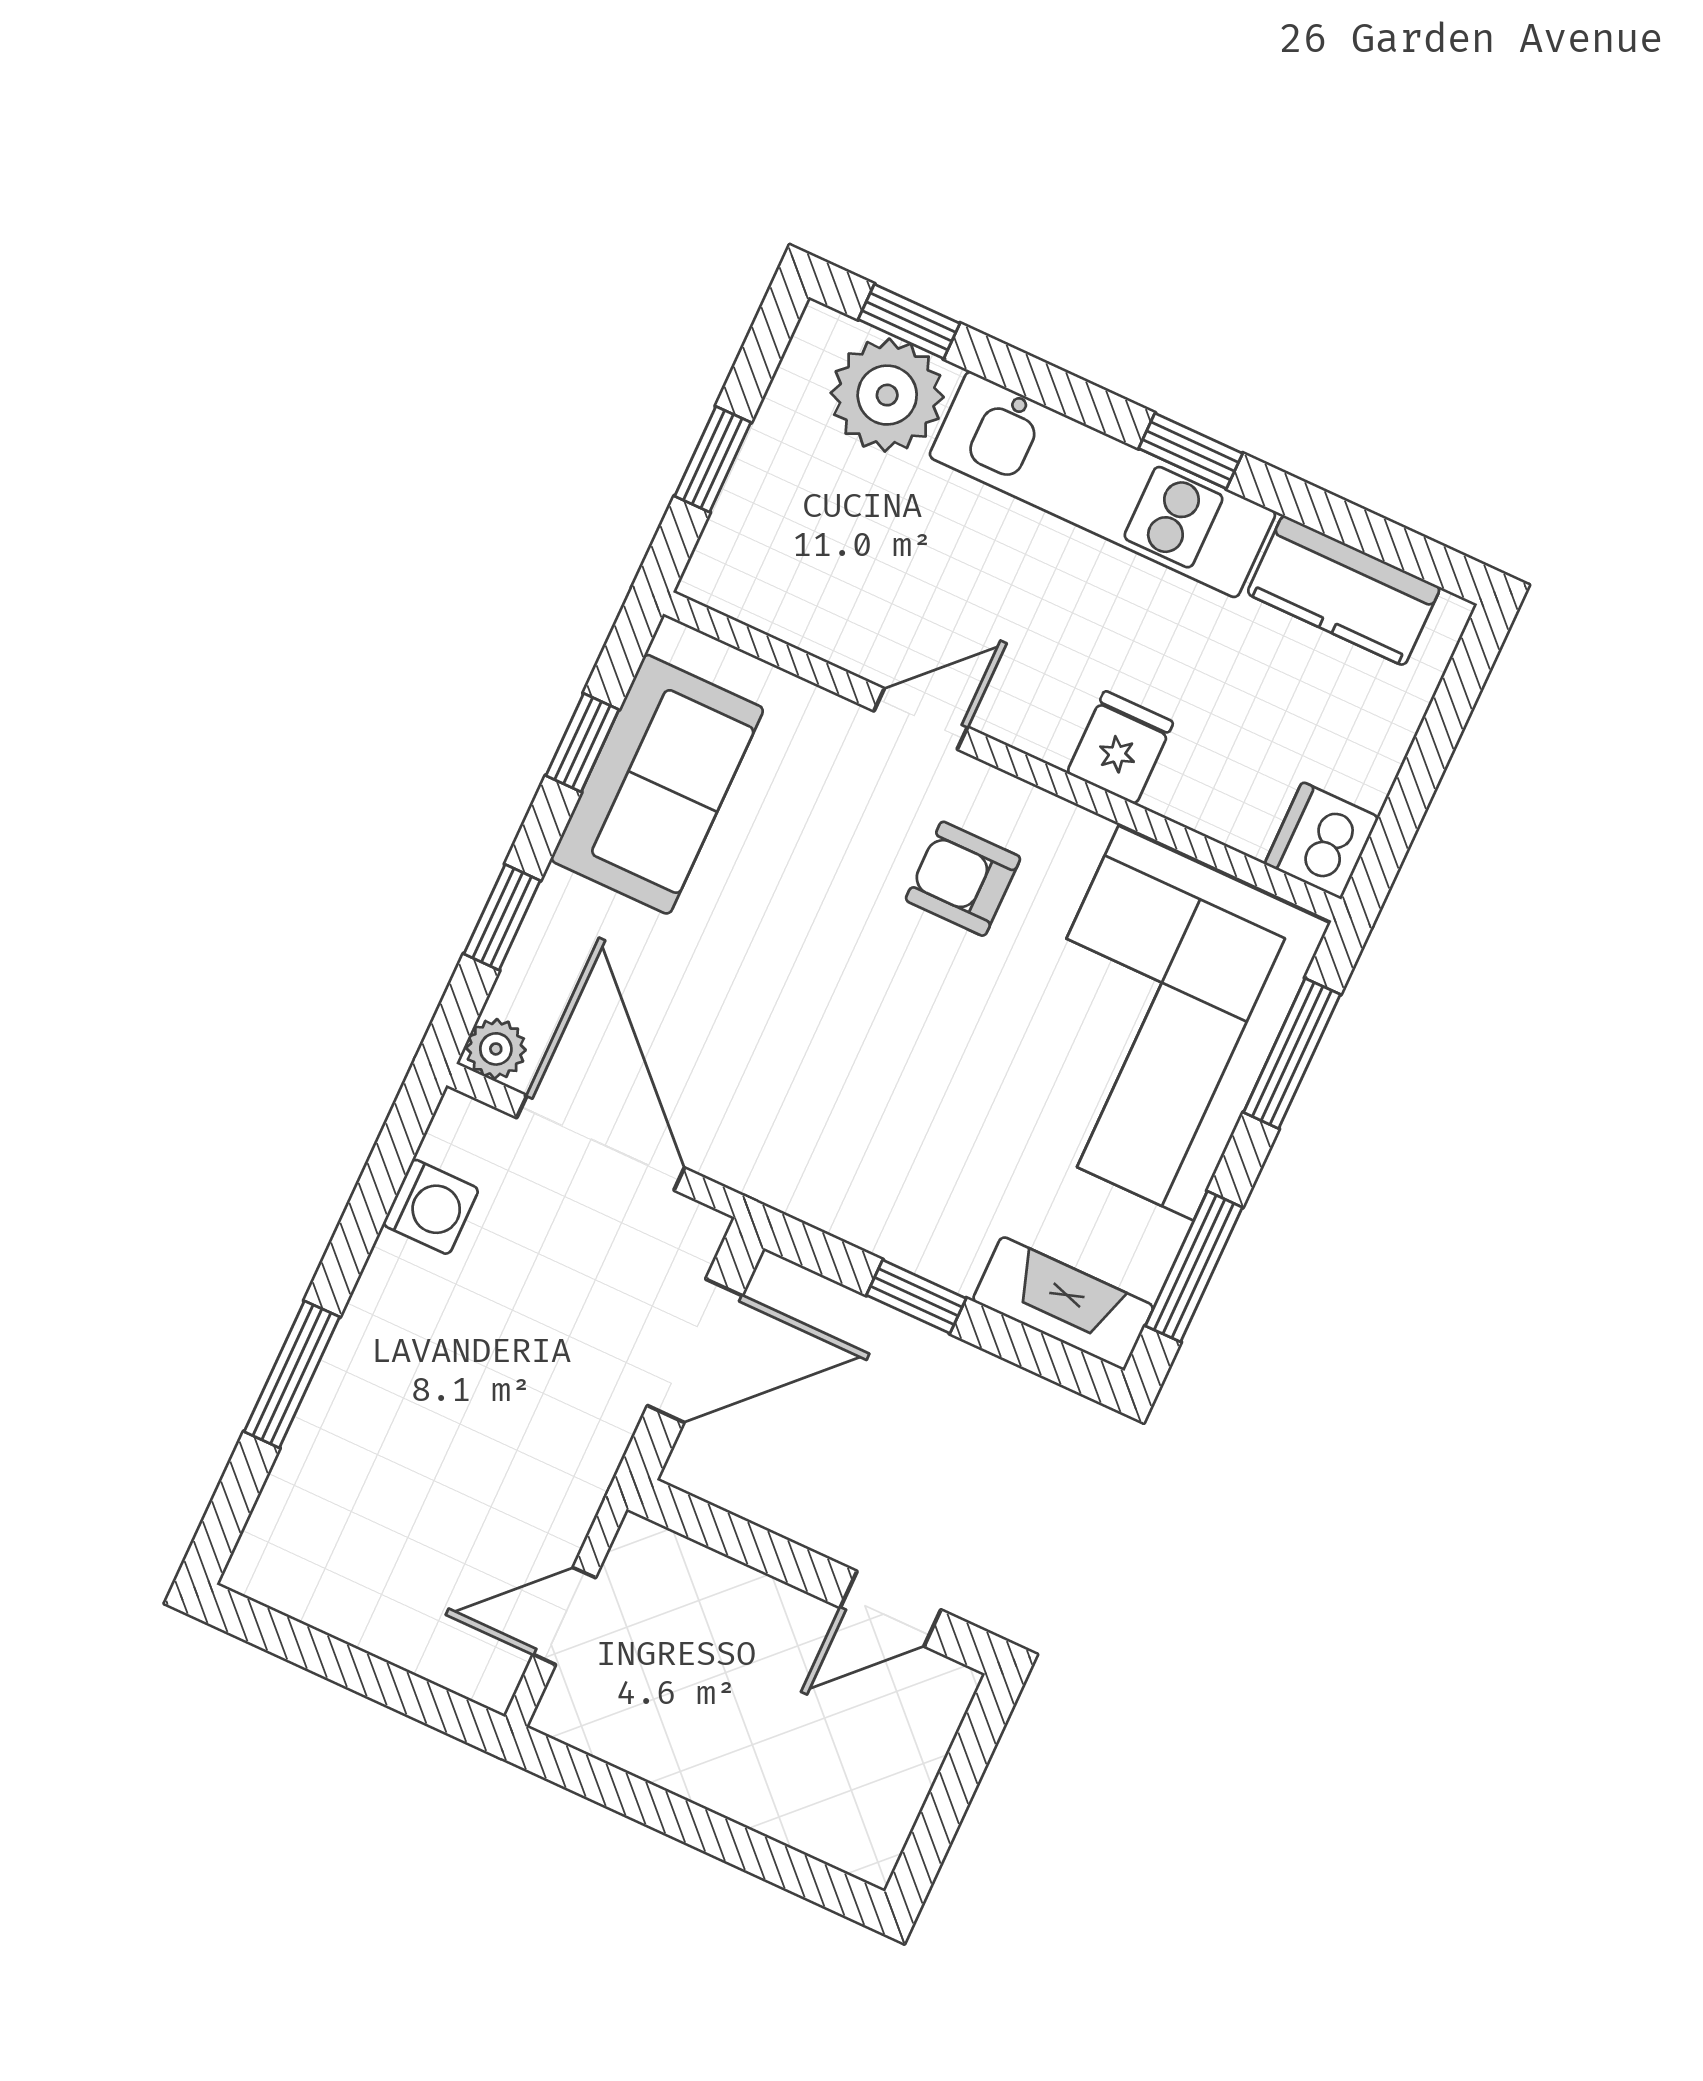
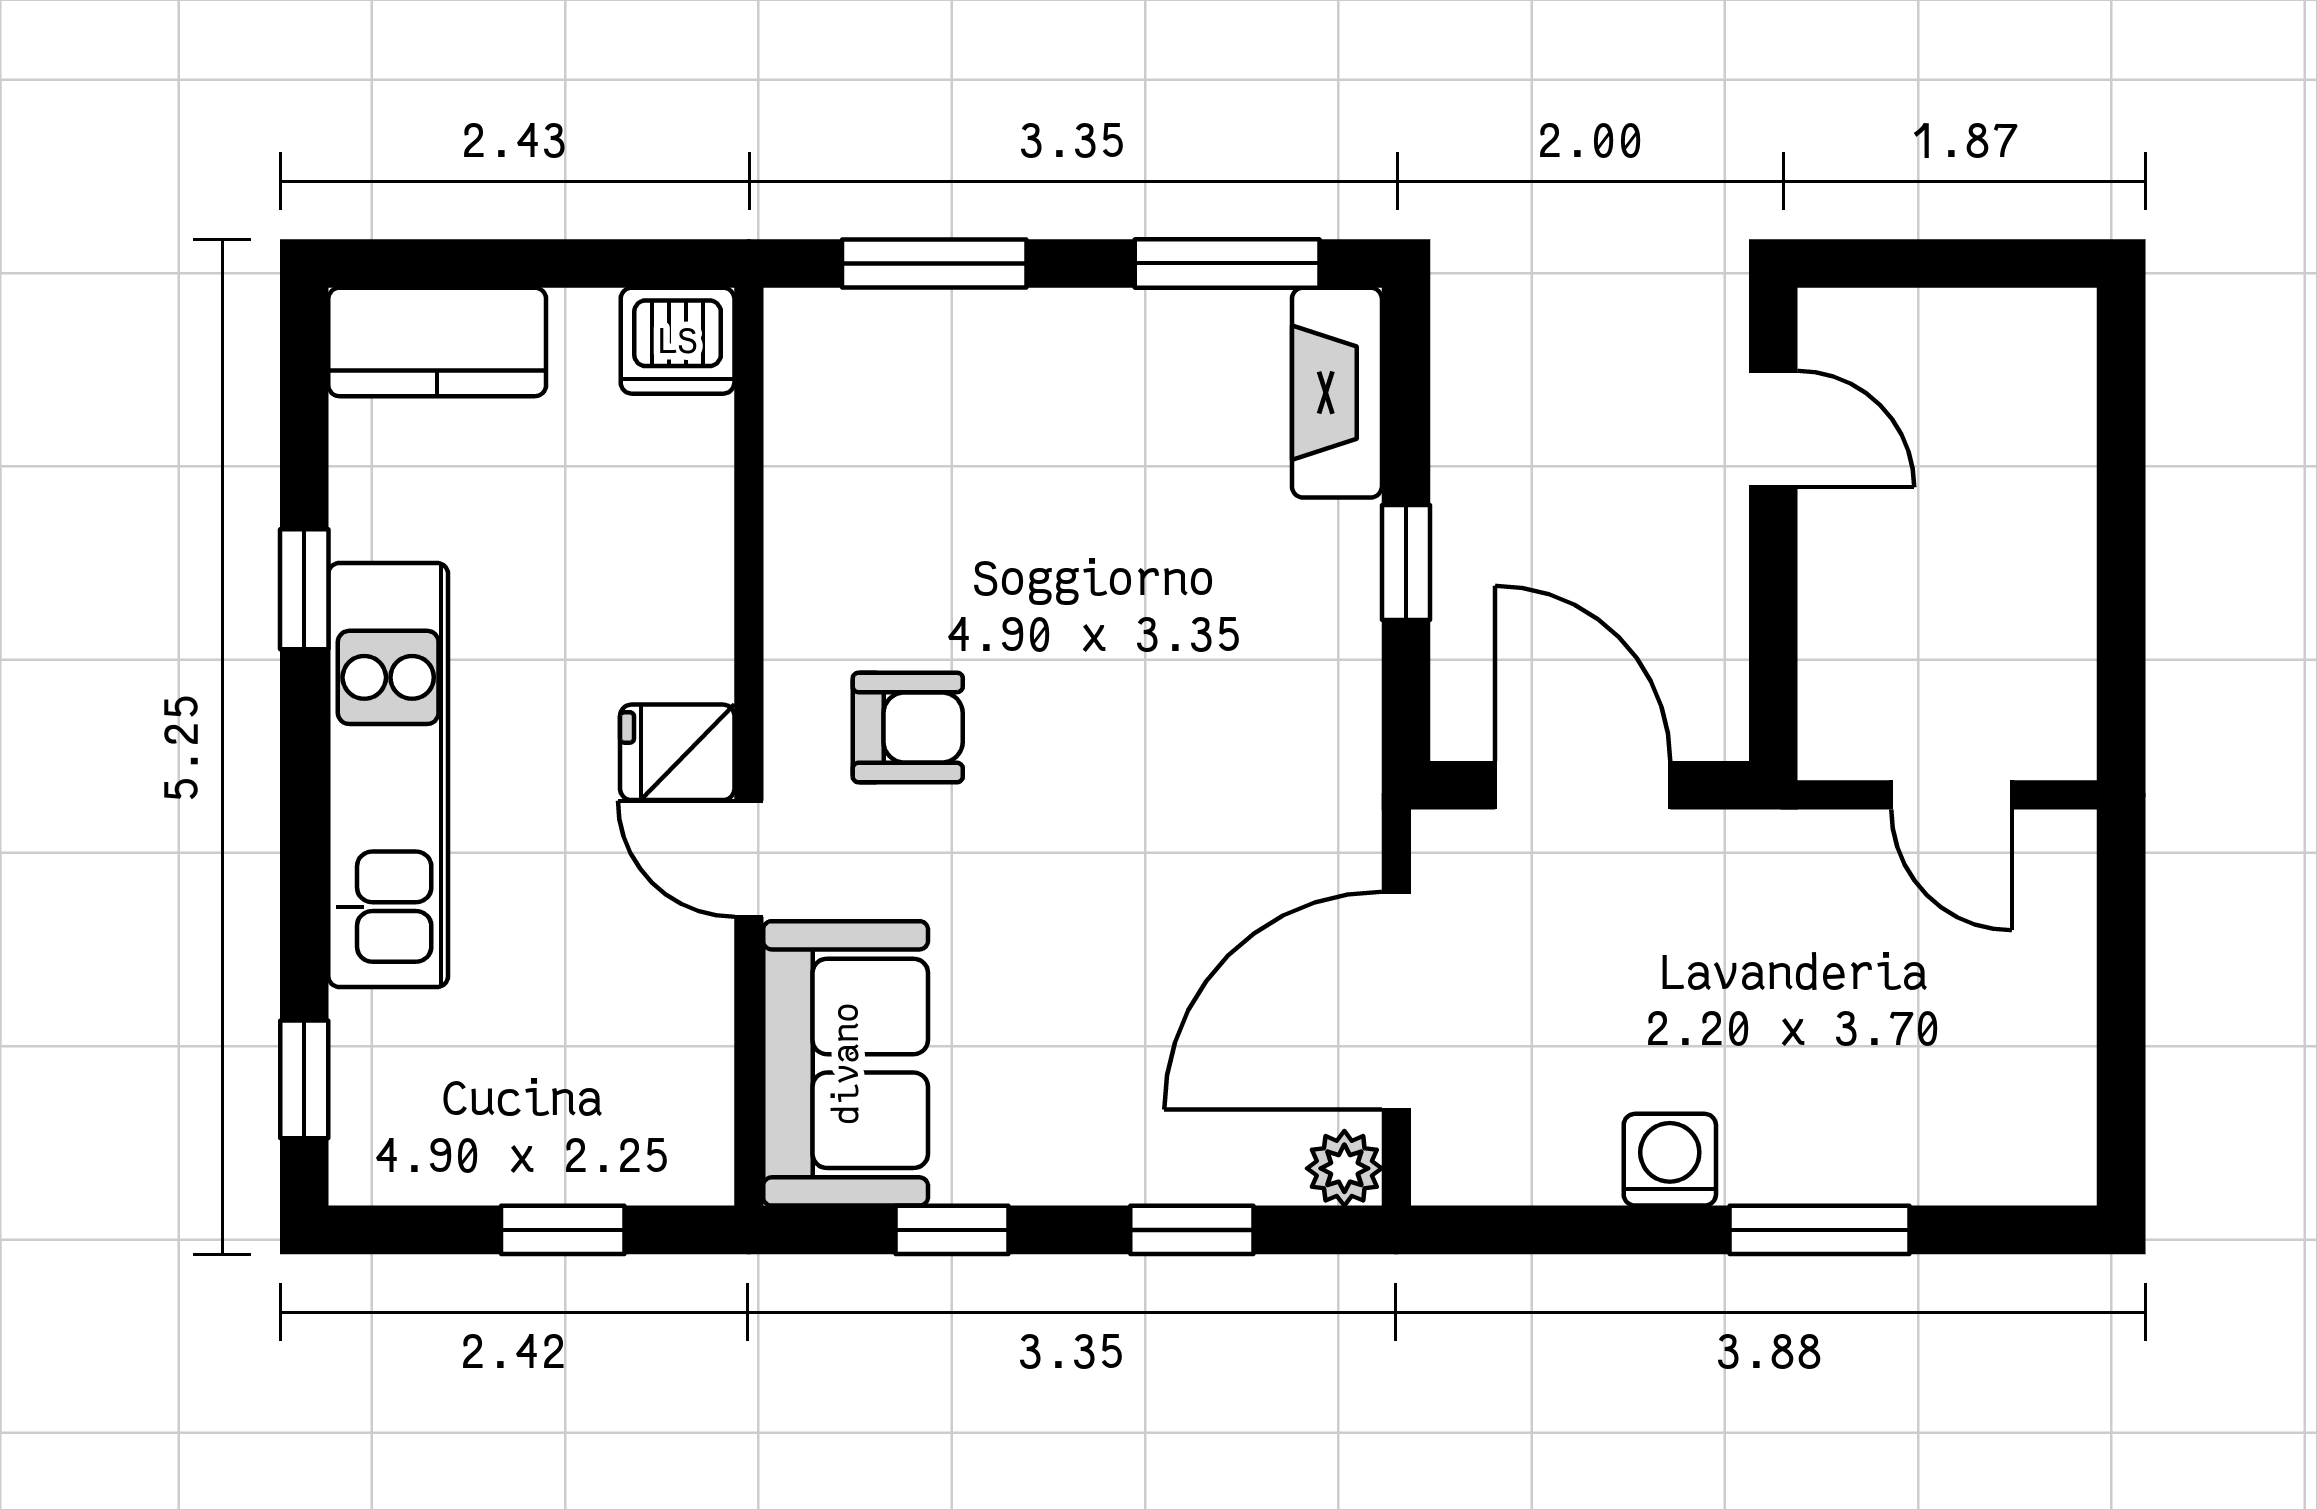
plant: (887, 395) -> (399, 1066), removed
window: (1191, 451) -> (304, 589), moved
kitchen counter: (1344, 591) -> (437, 342), moved, turned 90
fridge: (1120, 748) -> (677, 752), moved
sofa: (657, 784) -> (846, 1063), moved, turned 90
armchair: (963, 879) -> (908, 727), turned -90
corner sofa: (1156, 1023) -> (971, 433), removed
washing machine: (431, 1207) -> (1670, 1160), moved

